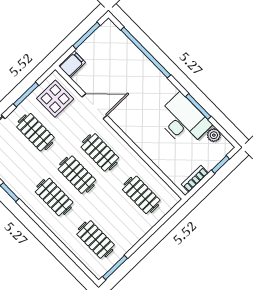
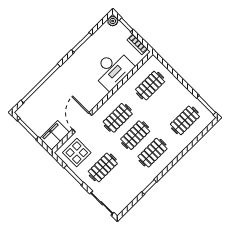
filing cabinet: (72, 64) -> (55, 135), width x2.00
desk: (183, 121) -> (113, 69), moved, turned 180
plant: (214, 135) -> (113, 21), moved

